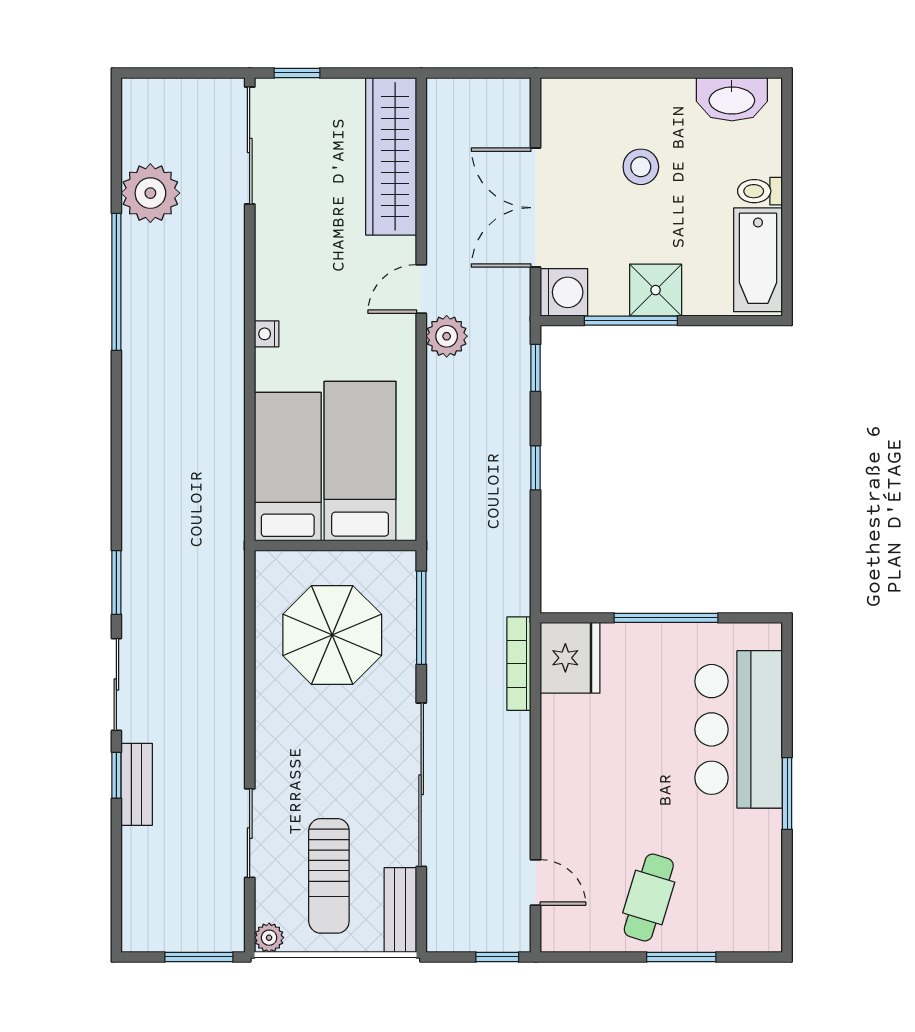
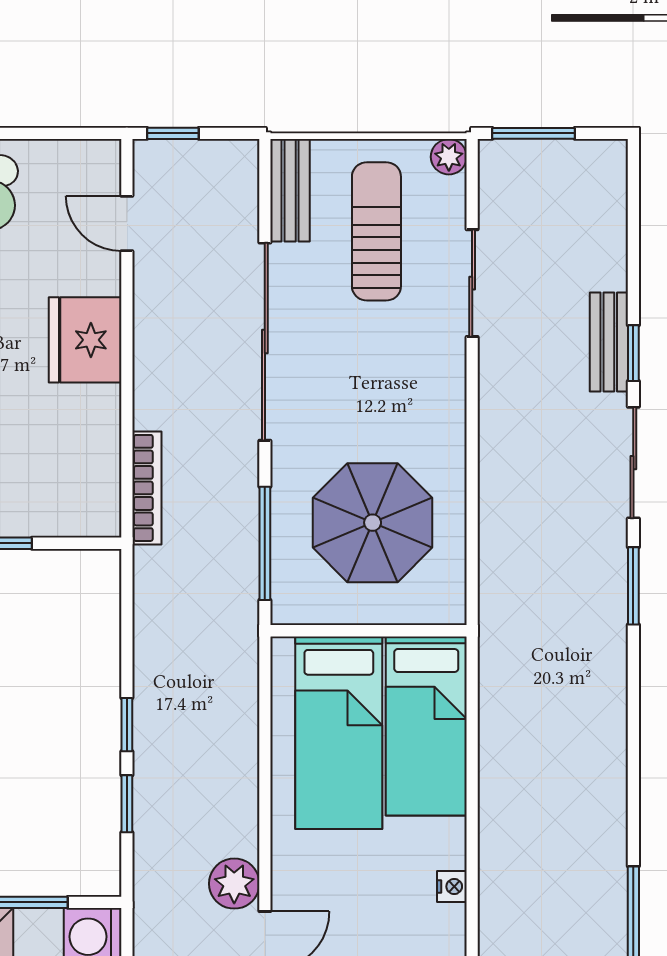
window: (536, 368) -> (127, 804), moved
fridge: (570, 658) -> (85, 340), moved

